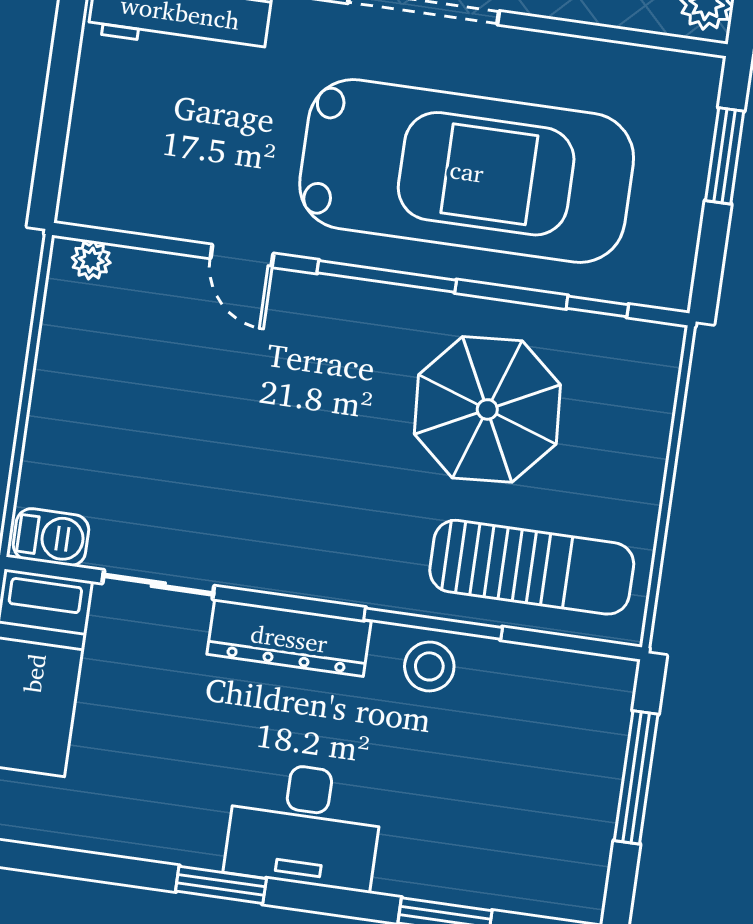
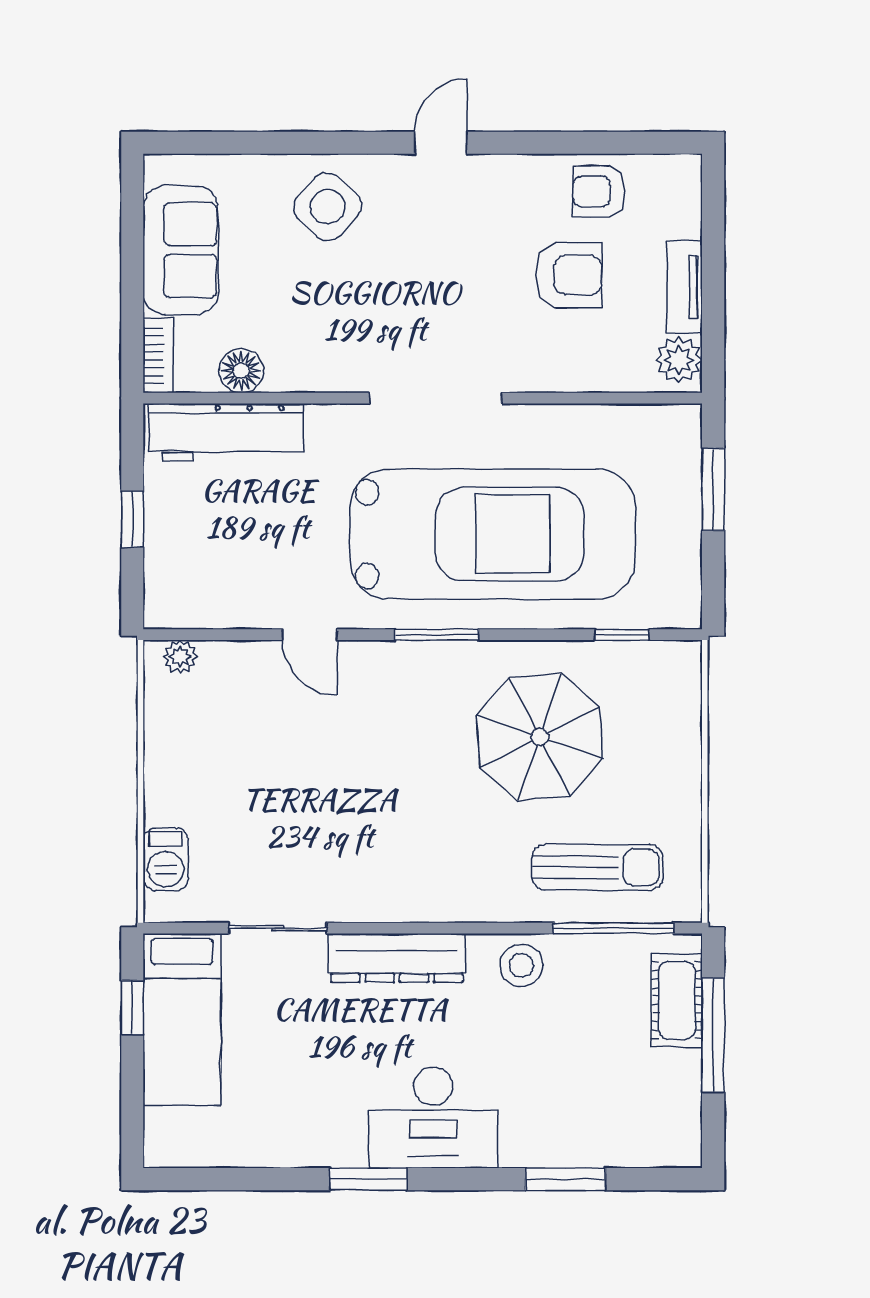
window: (59, 96) -> (132, 519), added
window: (387, 276) -> (437, 635), width x0.69
barbecue: (51, 537) -> (166, 859), moved, turned 90
sun lounger: (532, 567) -> (597, 867), width x0.73, depth x0.75
window: (433, 624) -> (613, 928), moved
cot: (601, 731) -> (677, 1000), added

